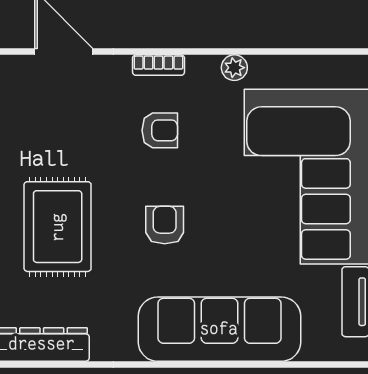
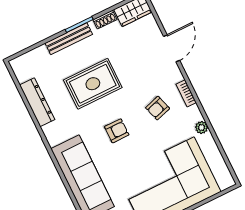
armchair: (160, 130) -> (158, 108), turned 73

